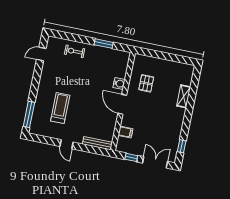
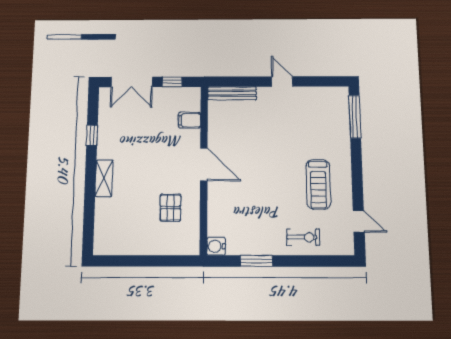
door: (41, 54) -> (359, 221), hinge flipped
water cooler: (119, 84) -> (216, 246), moved
shelving: (184, 96) -> (104, 178), moved
treadmill: (60, 108) -> (318, 184), moved
window: (182, 146) -> (92, 135), moved

